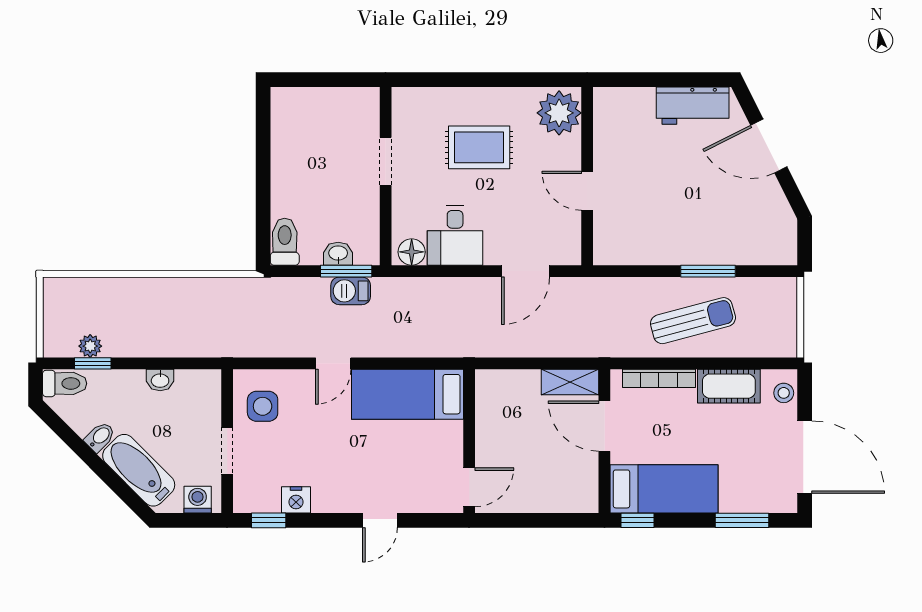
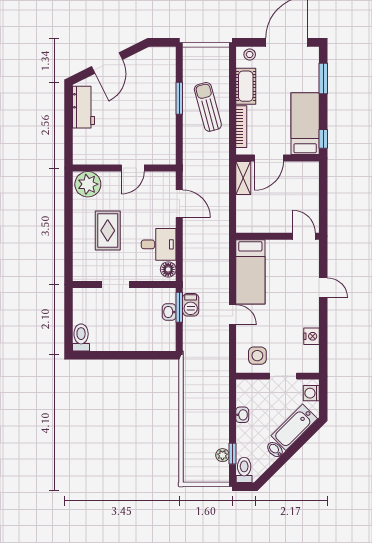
toilet: (285, 242) -> (81, 337), moved, turned 90
window: (269, 520) -> (323, 352), removed

